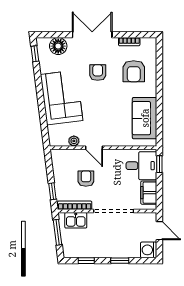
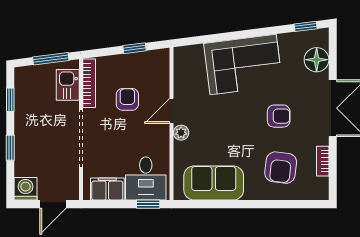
armchair: (134, 71) -> (281, 168), turned -83
plant: (74, 141) -> (181, 133), moved
armchair: (86, 179) -> (127, 99), turned -90
window: (52, 191) -> (135, 48), moved

